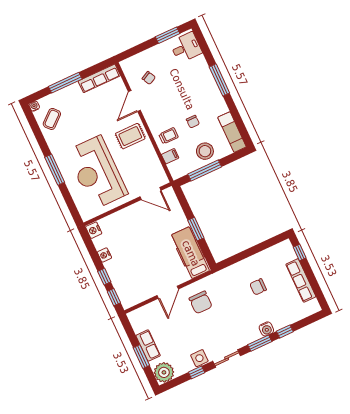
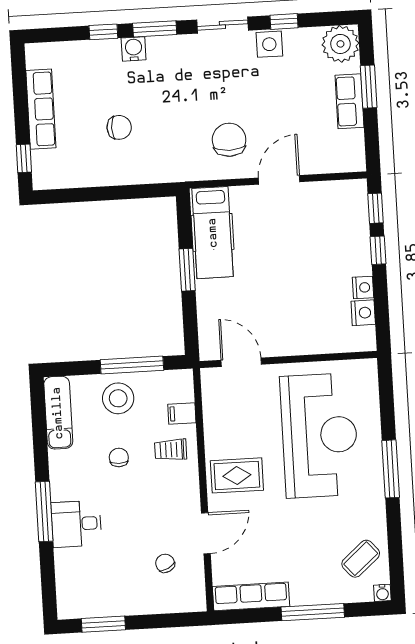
desk: (186, 47) -> (76, 524), moved
nightstand: (94, 230) -> (363, 313), moved

